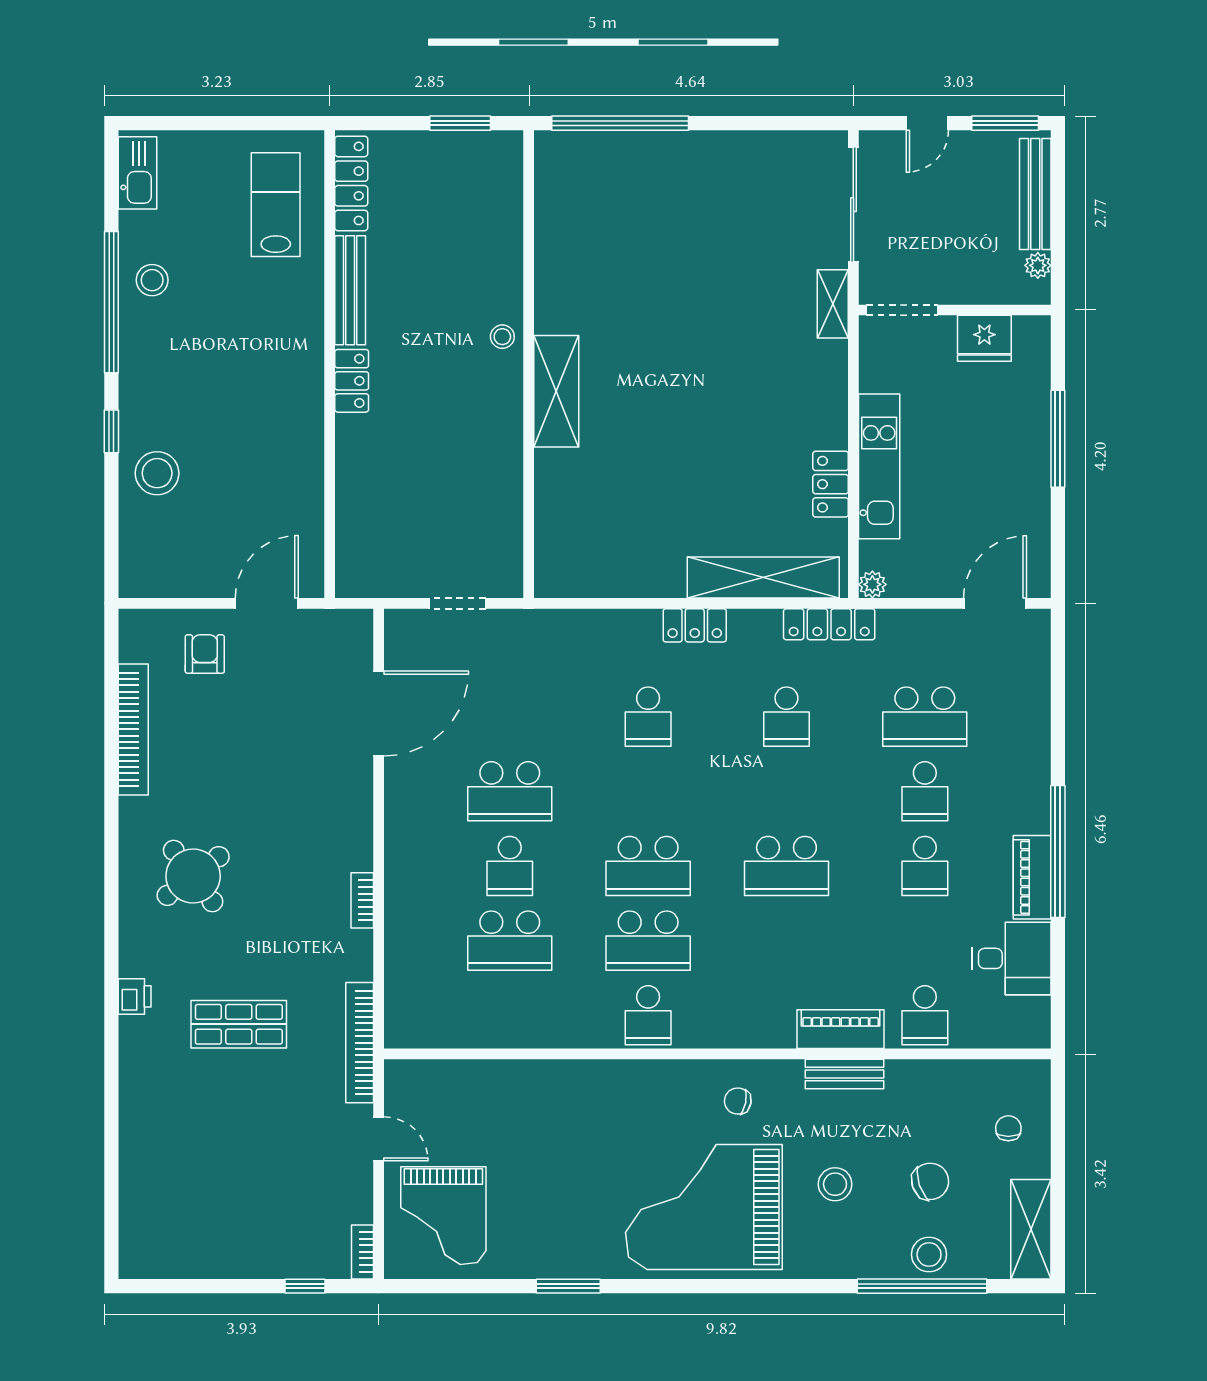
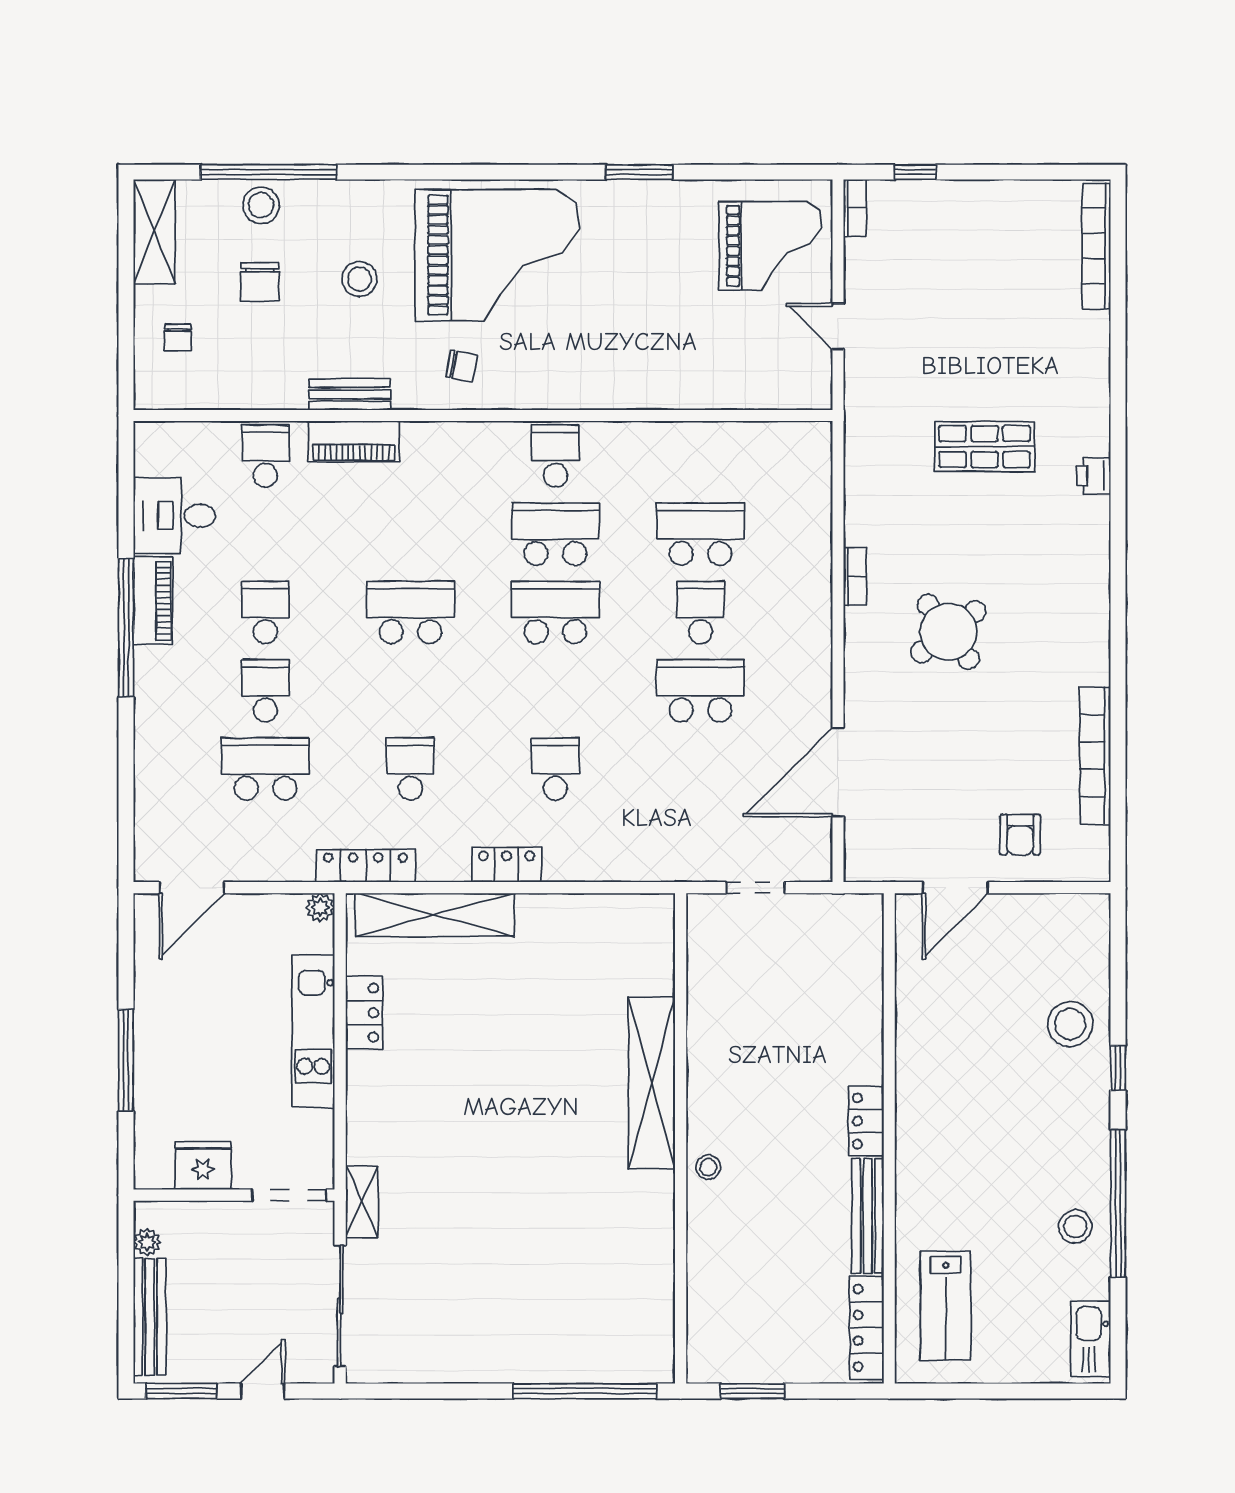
shelving: (556, 391) -> (652, 1083), width x1.47
round table: (193, 876) -> (948, 632), moved
bookcase: (360, 1043) -> (1096, 246), moved, turned 180
chair: (930, 1181) -> (260, 282), turned -71
grand piano: (443, 1216) -> (770, 246), turned 90

